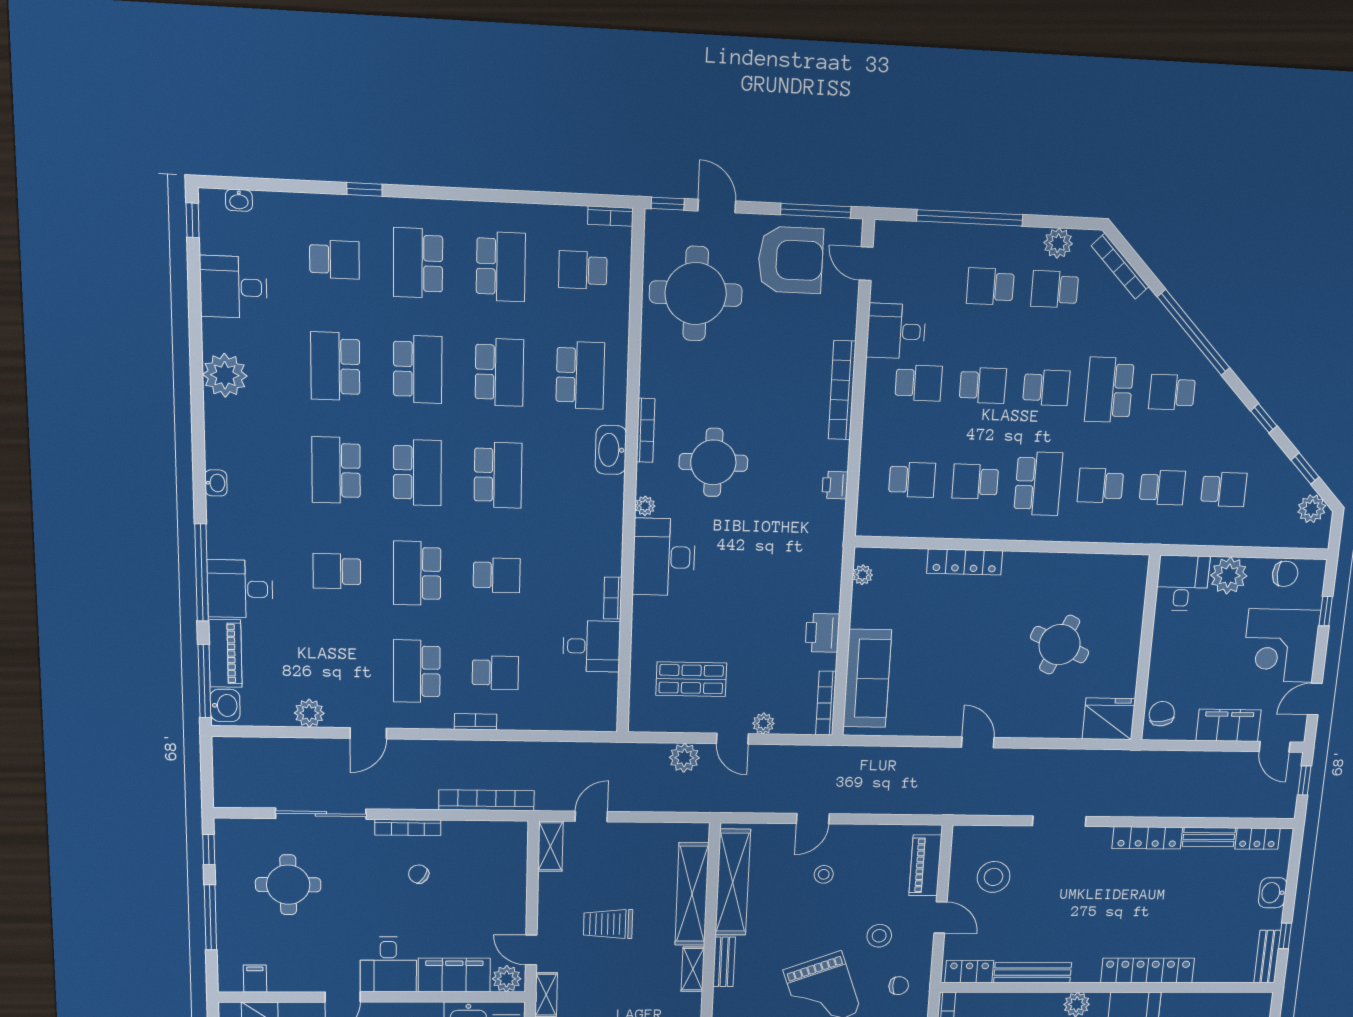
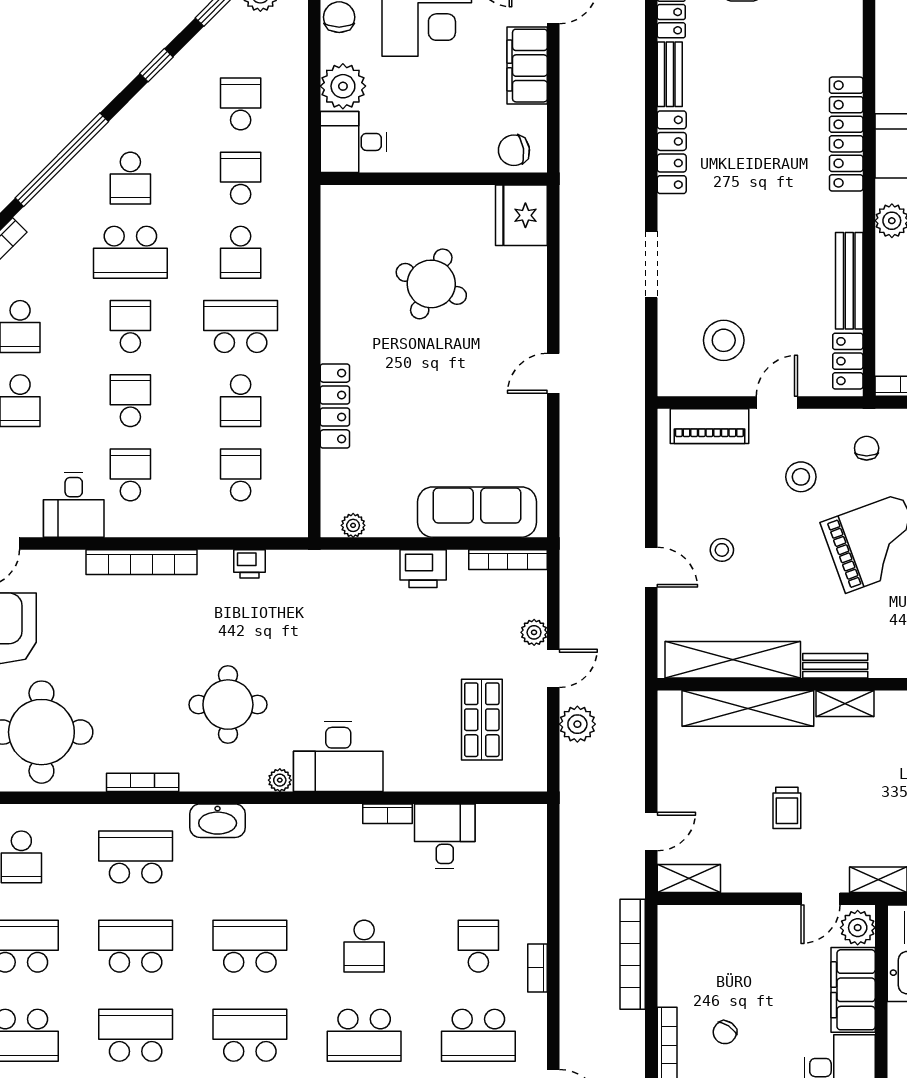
bookcase: (646, 430) -> (143, 782), moved
school desk: (497, 575) -> (364, 946), turned 180
door: (591, 816) -> (651, 831), swing flipped
trolley: (608, 924) -> (787, 808), width x0.73, depth x0.72

